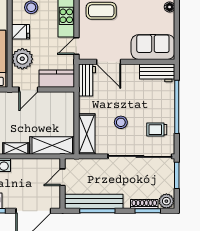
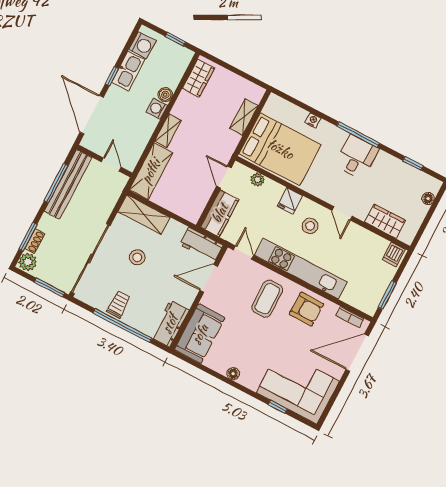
plant: (22, 59) -> (258, 180), width x0.53, depth x0.53
trolley: (157, 130) -> (119, 304), moved
shoe rack: (144, 204) -> (35, 241), width x0.70

